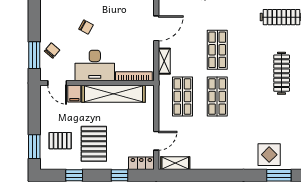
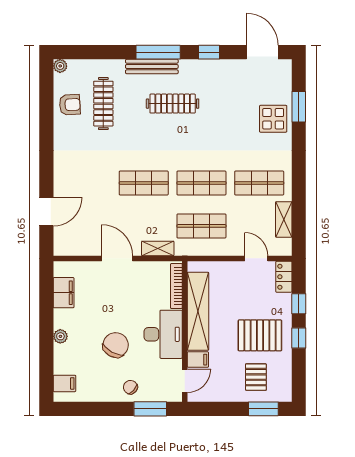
chair: (86, 27) -> (116, 345), width x1.87, depth x1.87
chair: (52, 51) -> (130, 387), moved
shop shelf: (217, 143) -> (259, 183), added
shelving: (175, 163) -> (284, 219), moved
window: (74, 175) -> (299, 338), moved

